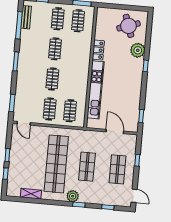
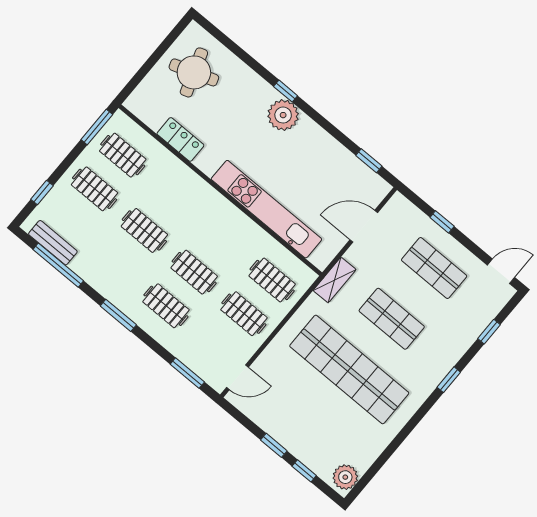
locker: (98, 50) -> (180, 139), moved
plant: (138, 50) -> (283, 115), moved
clothes rail: (32, 77) -> (166, 306), added
shelving: (31, 194) -> (335, 280), moved
plant: (73, 196) -> (345, 477), moved

